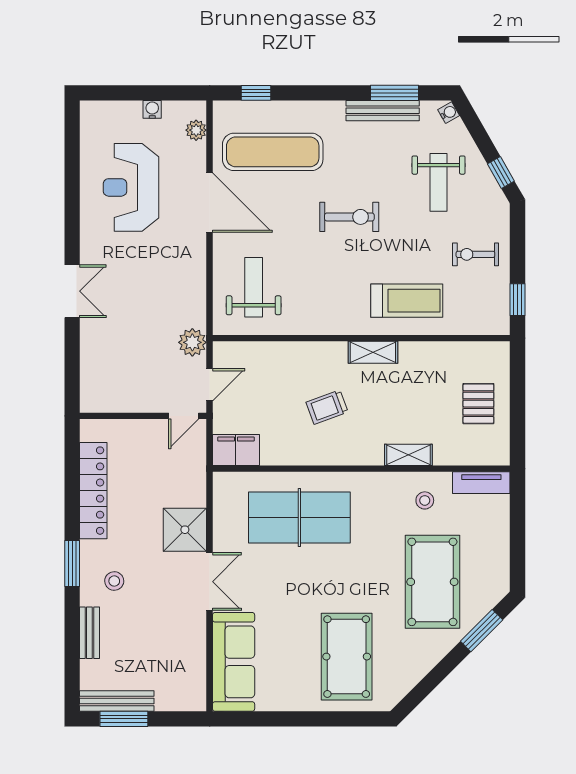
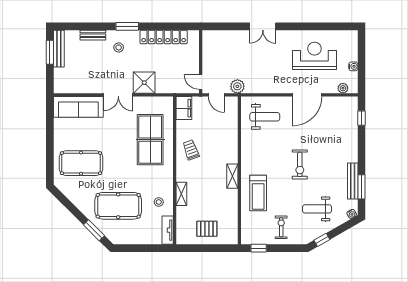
exercise mat: (273, 152) -> (332, 126), removed
trolley: (327, 407) -> (191, 150), moved

